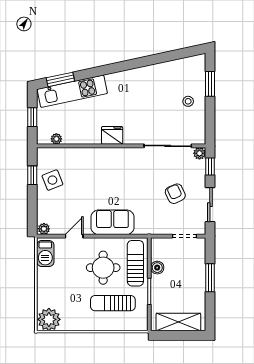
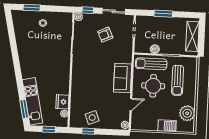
fridge: (112, 135) -> (62, 102), moved
door: (74, 236) -> (131, 105), swing flipped
barbecue: (45, 253) -> (167, 126), moved
plant: (49, 319) -> (187, 113), moved

